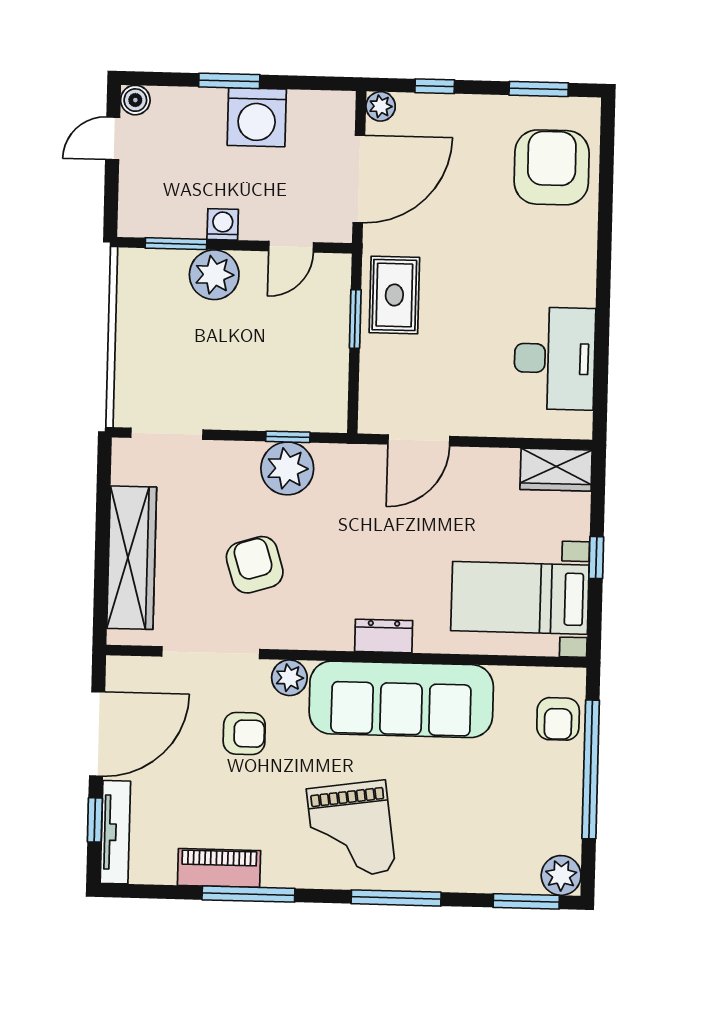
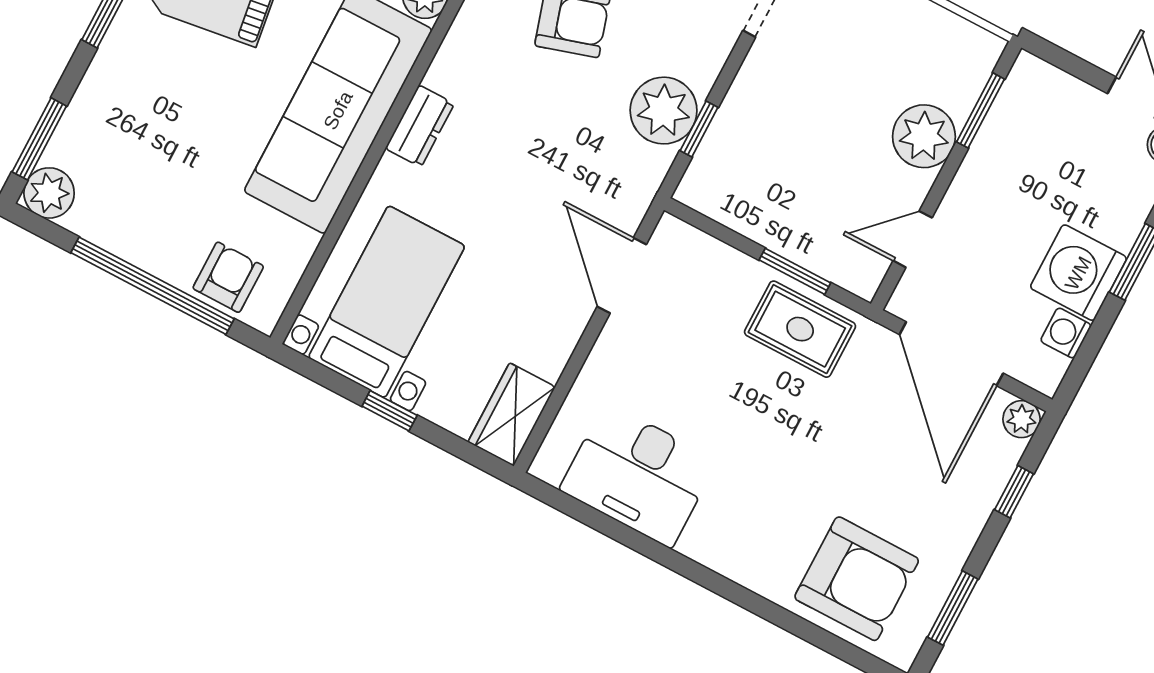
washing machine: (223, 224) -> (1066, 333), moved, turned 180
door: (291, 247) -> (913, 239), hinge flipped
armchair: (558, 719) -> (228, 277), turned 90

